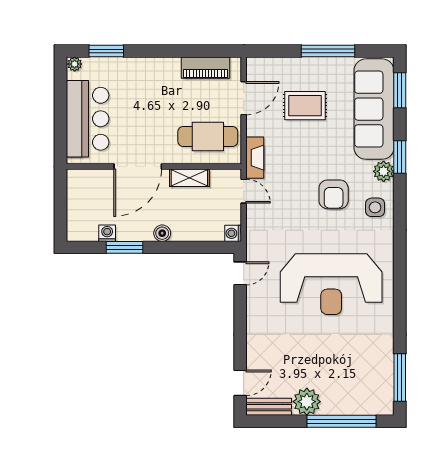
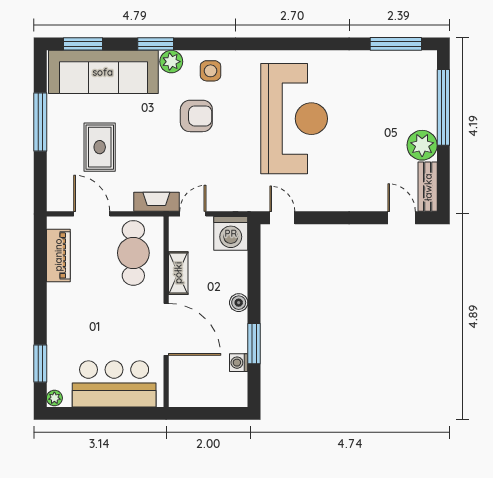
washing machine: (233, 233) -> (231, 233), width x1.89, depth x1.89

